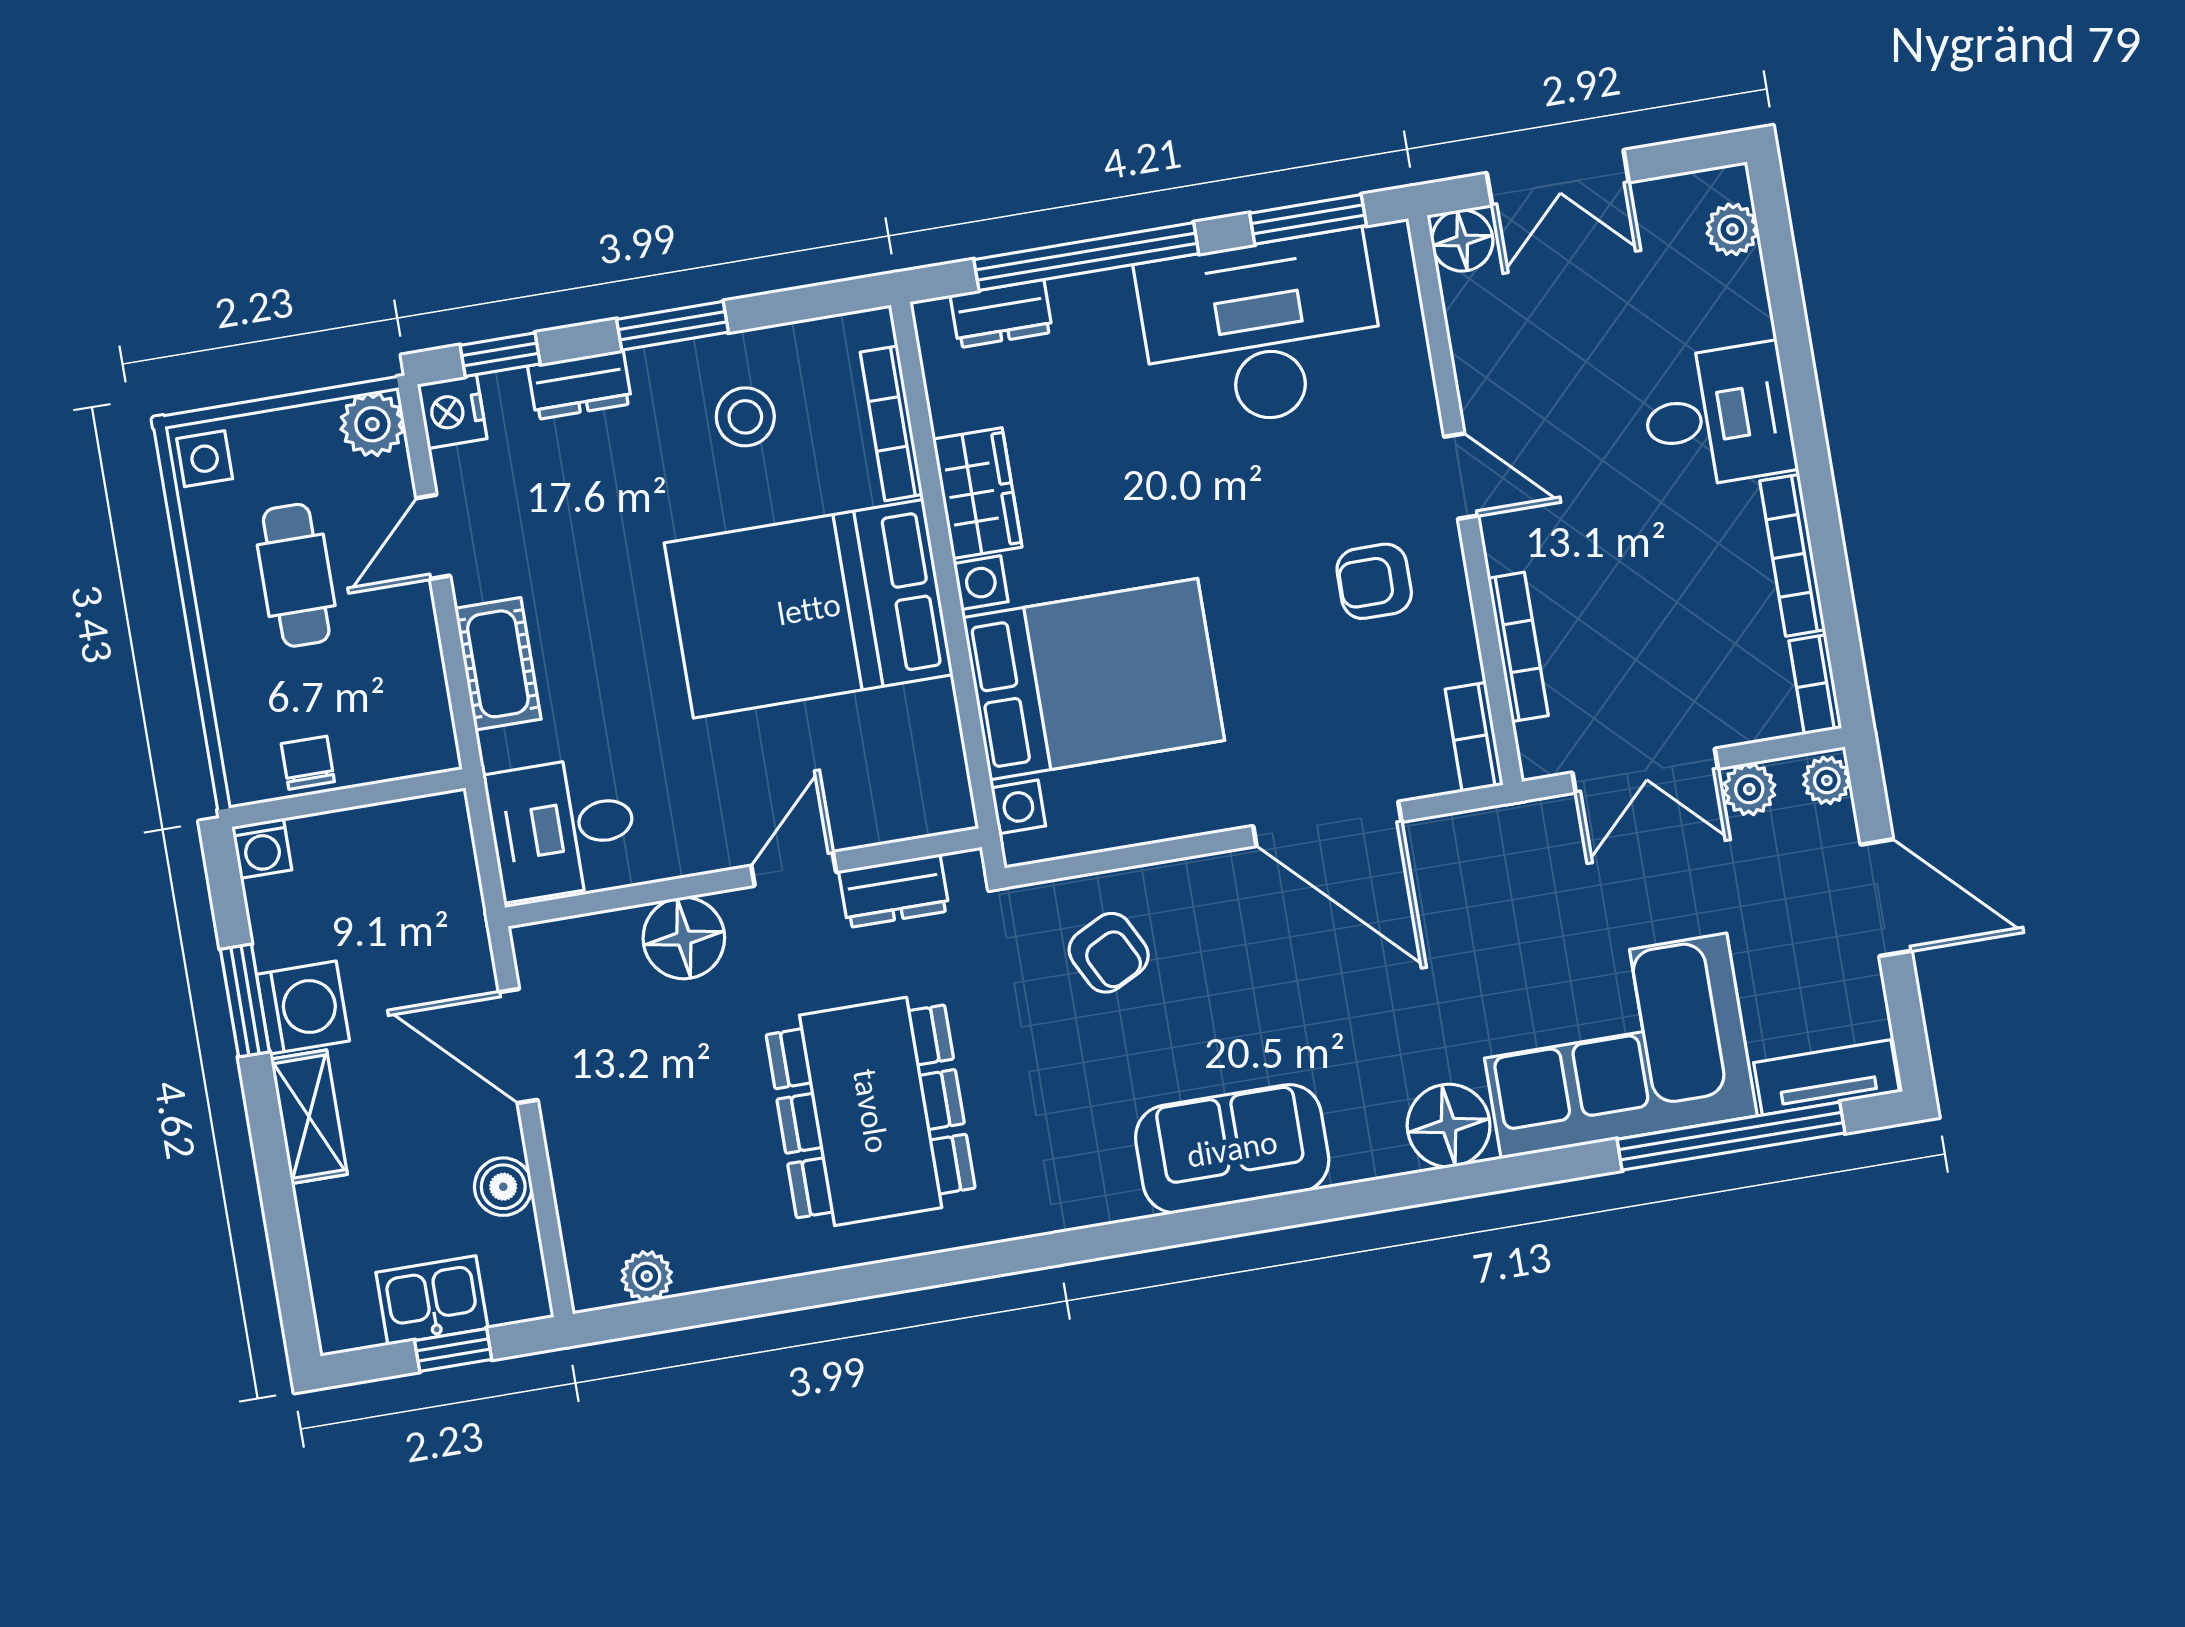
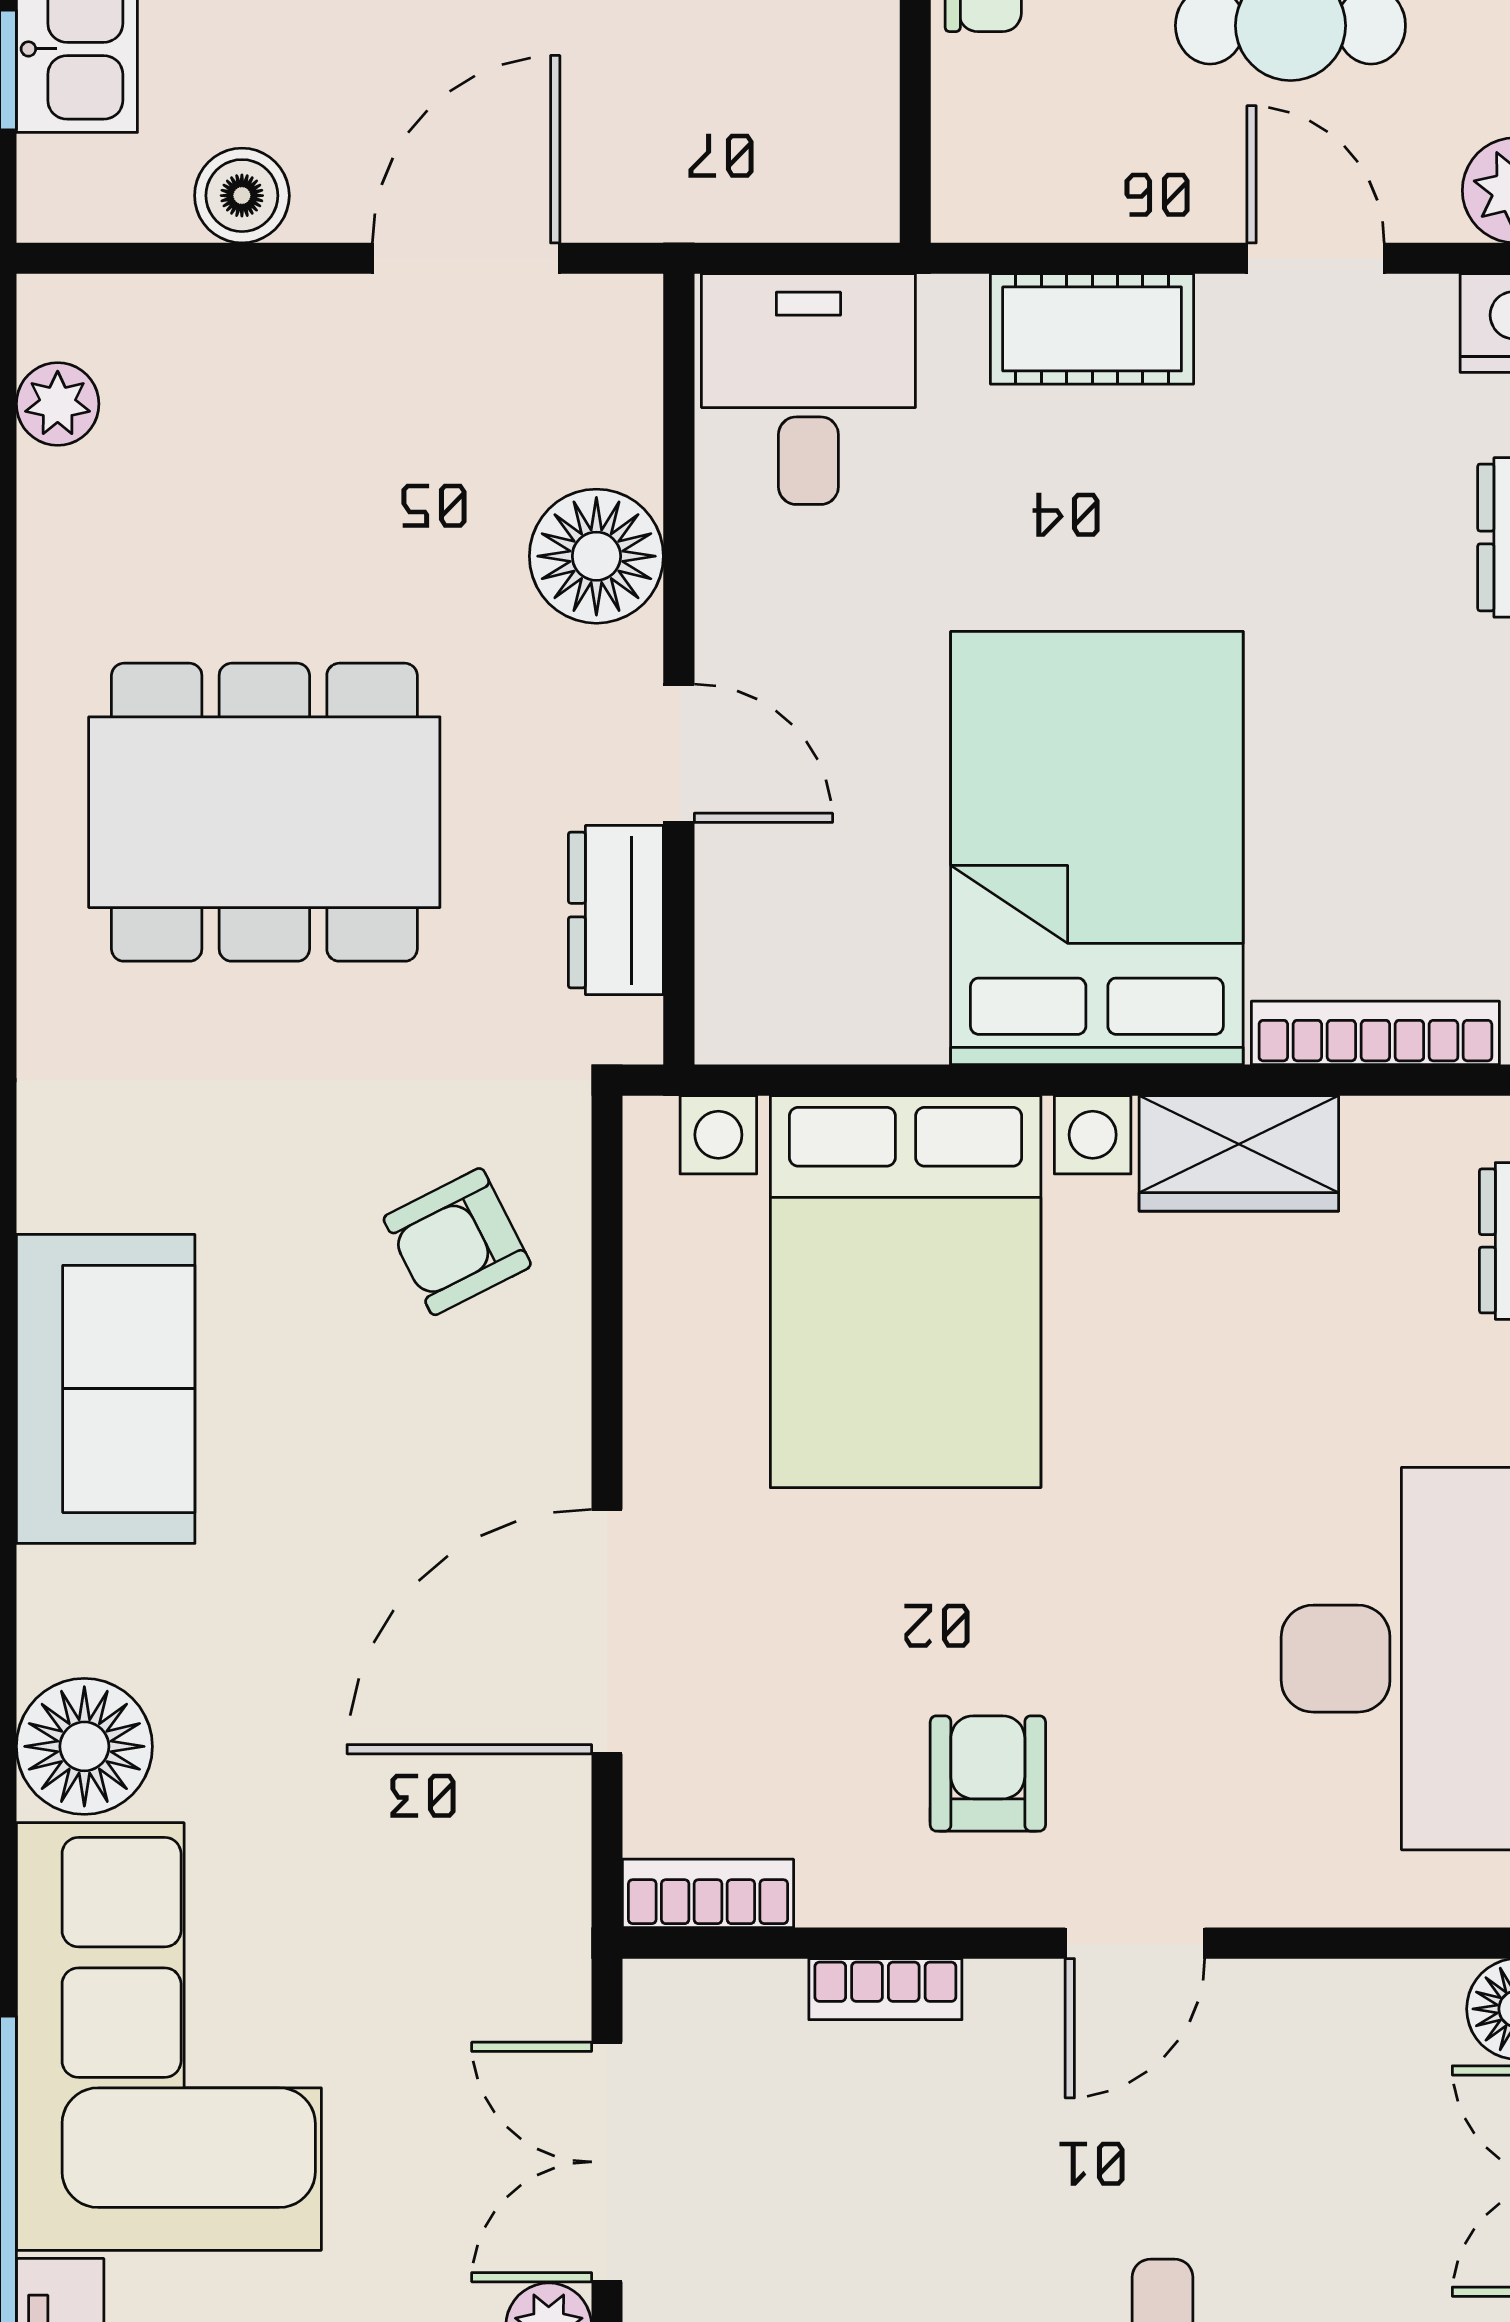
stool: (745, 417) -> (1426, 797), removed
bookcase: (1518, 647) -> (885, 1989), width x0.64

